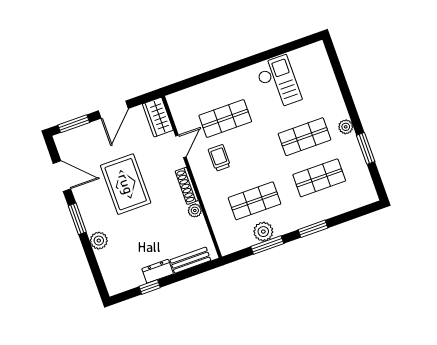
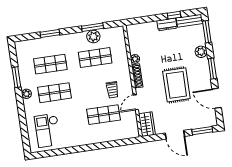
checkout: (278, 82) -> (48, 130), moved
door: (113, 110) -> (175, 135), swing flipped
window: (313, 229) -> (50, 34), moved
bench: (190, 260) -> (190, 21), moved
window: (96, 272) -> (207, 32), added

